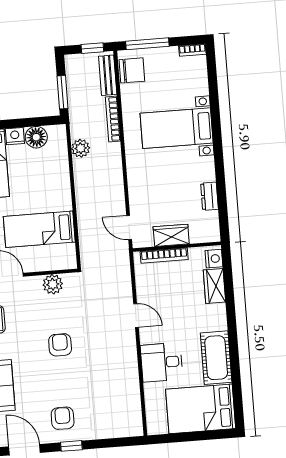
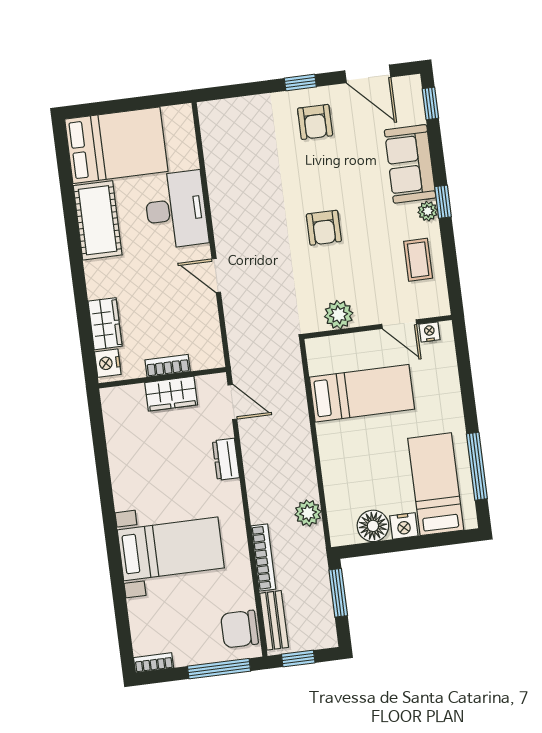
dresser: (209, 196) -> (226, 459), moved, turned 180
bookcase: (164, 255) -> (168, 366), width x0.64
desk: (162, 362) -> (176, 210), width x1.37

